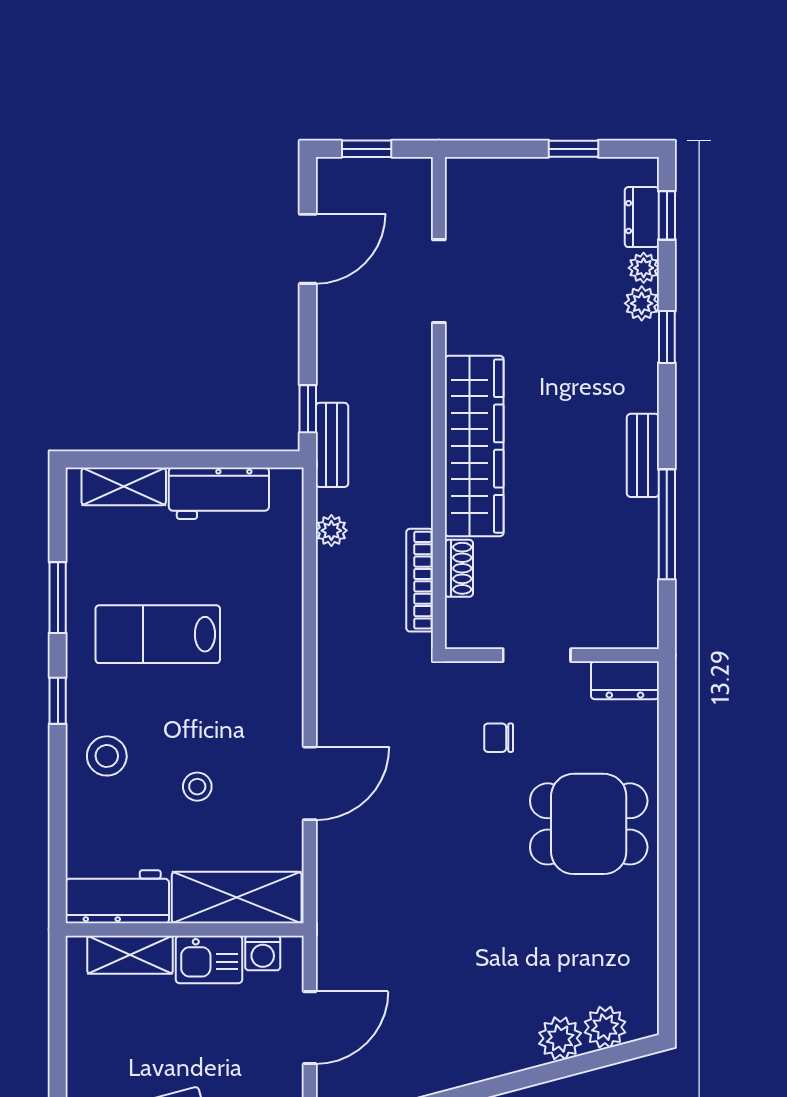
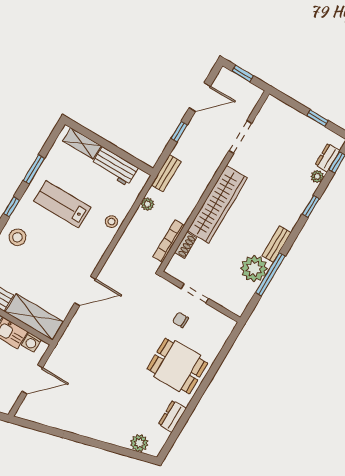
plant: (642, 303) -> (254, 269), moved, width x1.88, depth x1.88
window: (308, 409) -> (179, 132), moved
dresser: (625, 680) -> (172, 416), moved, turned 90
chair: (499, 738) -> (181, 320), moved
stool: (197, 787) -> (111, 222), moved
plant: (560, 1038) -> (121, 437), removed

